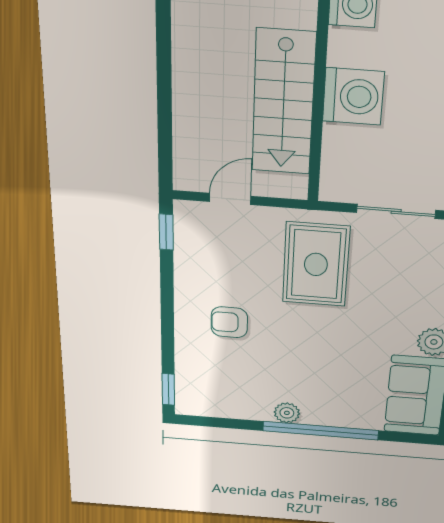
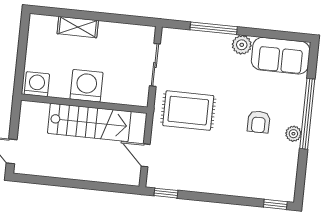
armchair: (229, 322) -> (259, 122), moved

